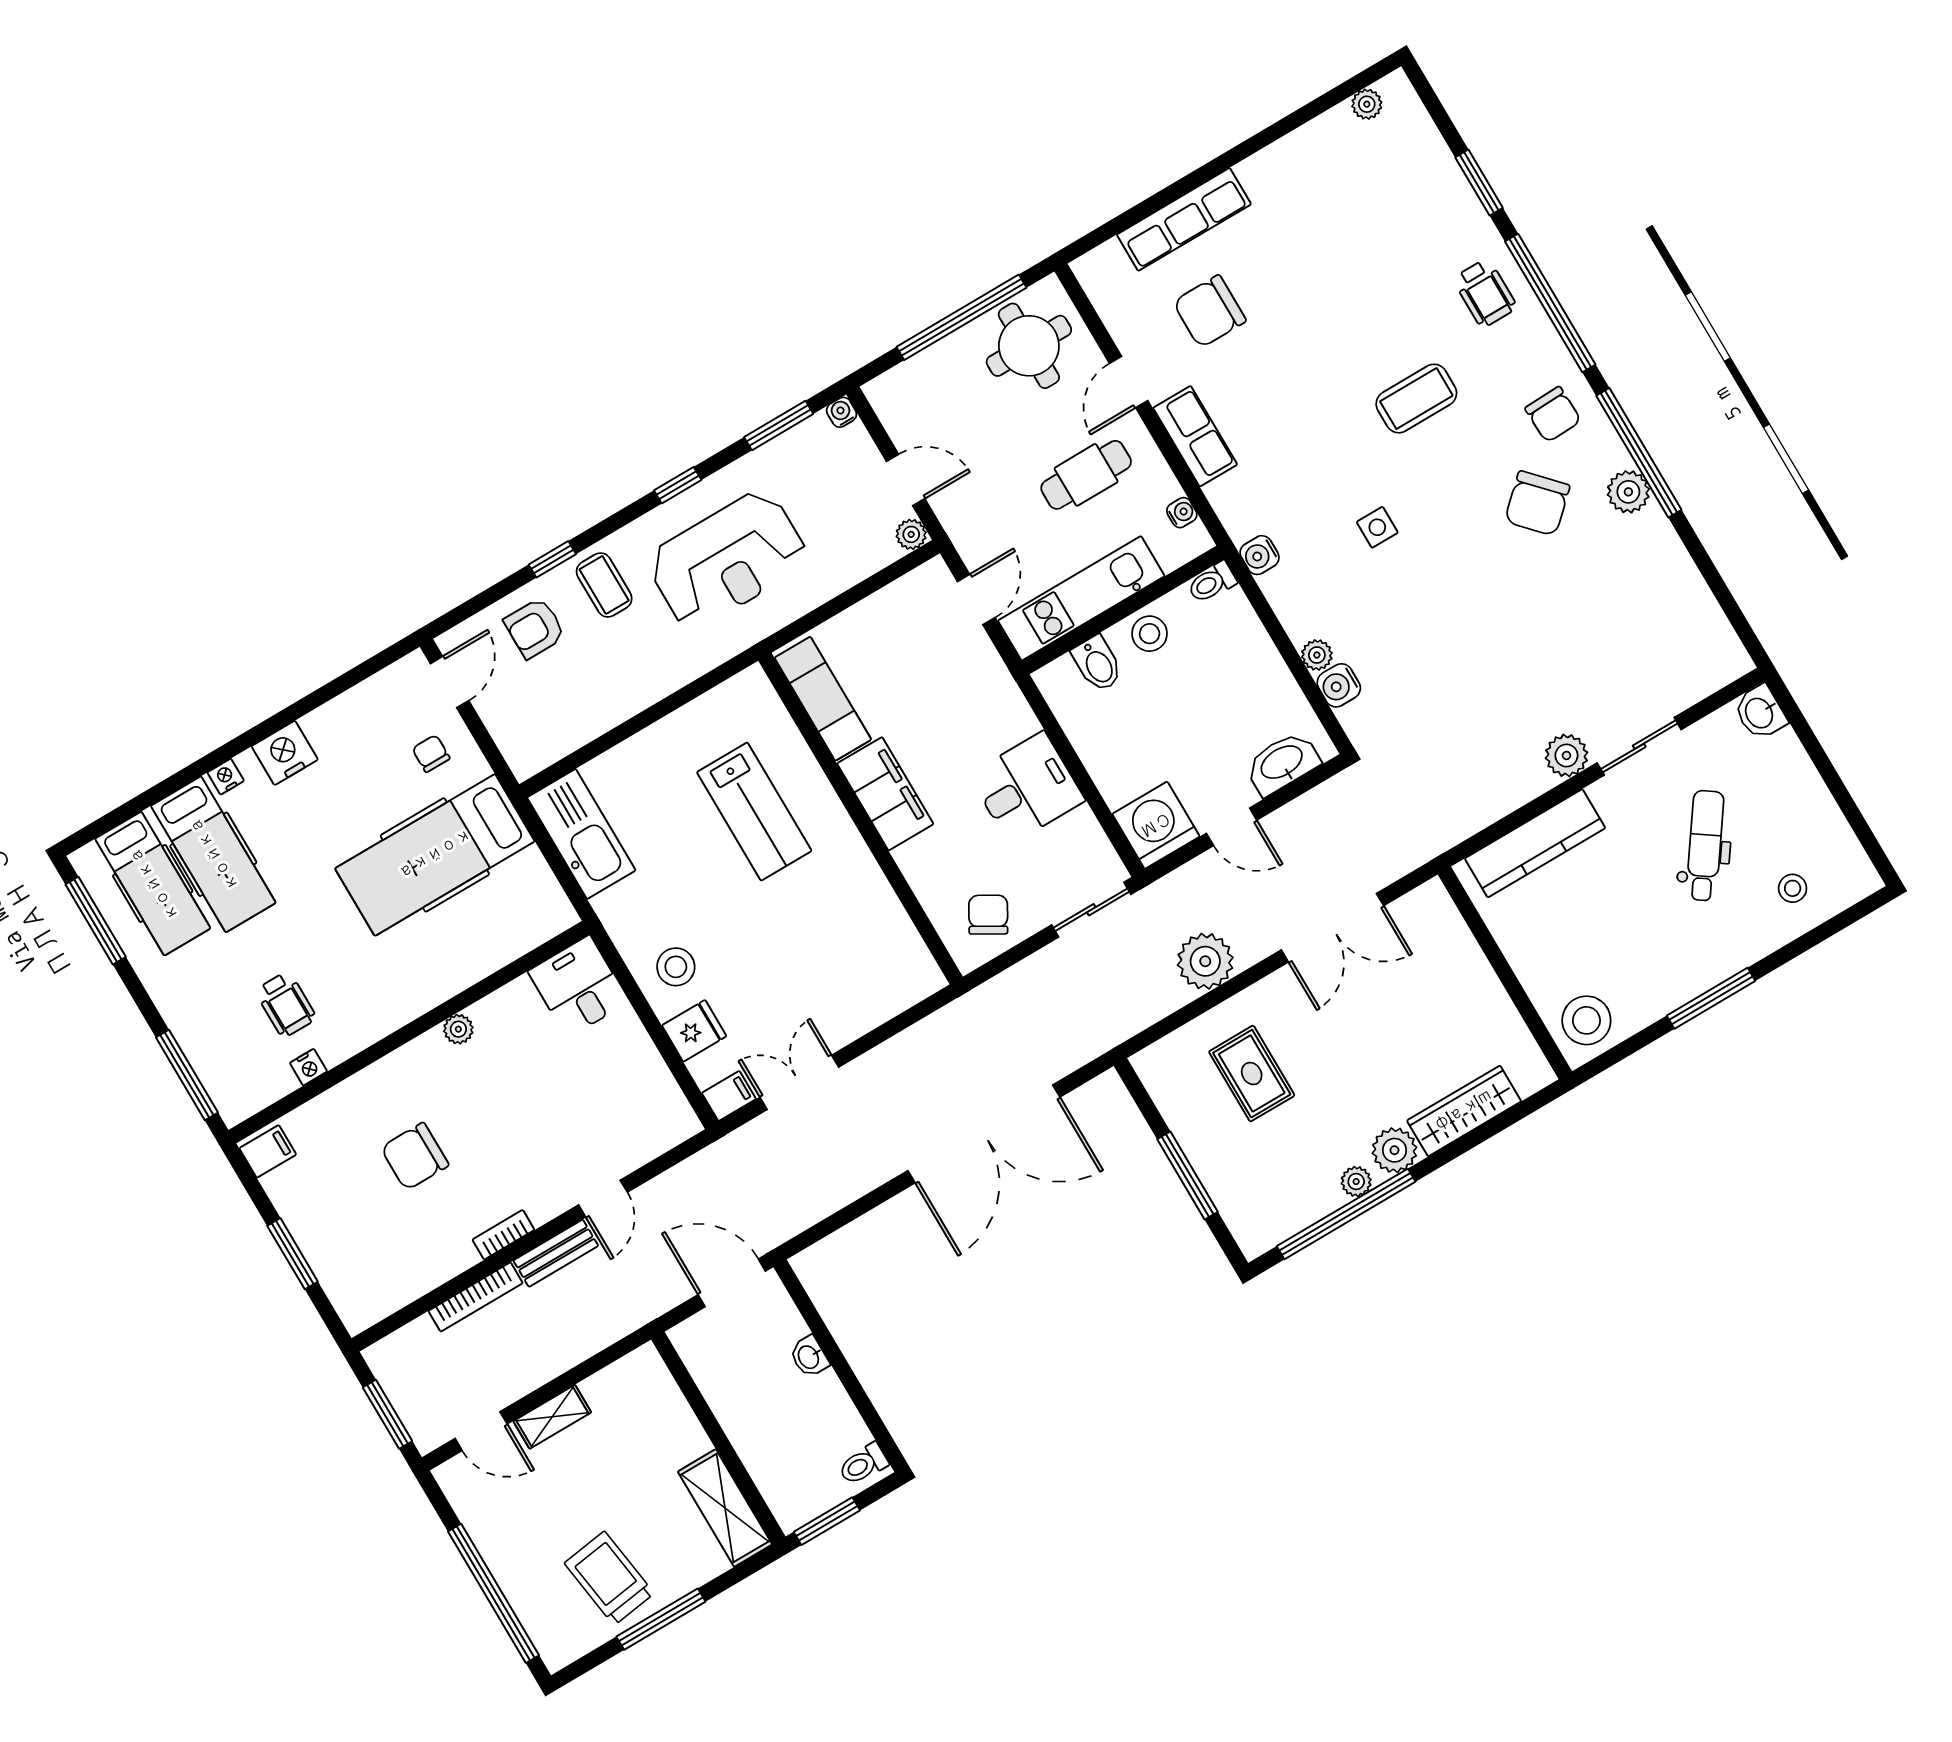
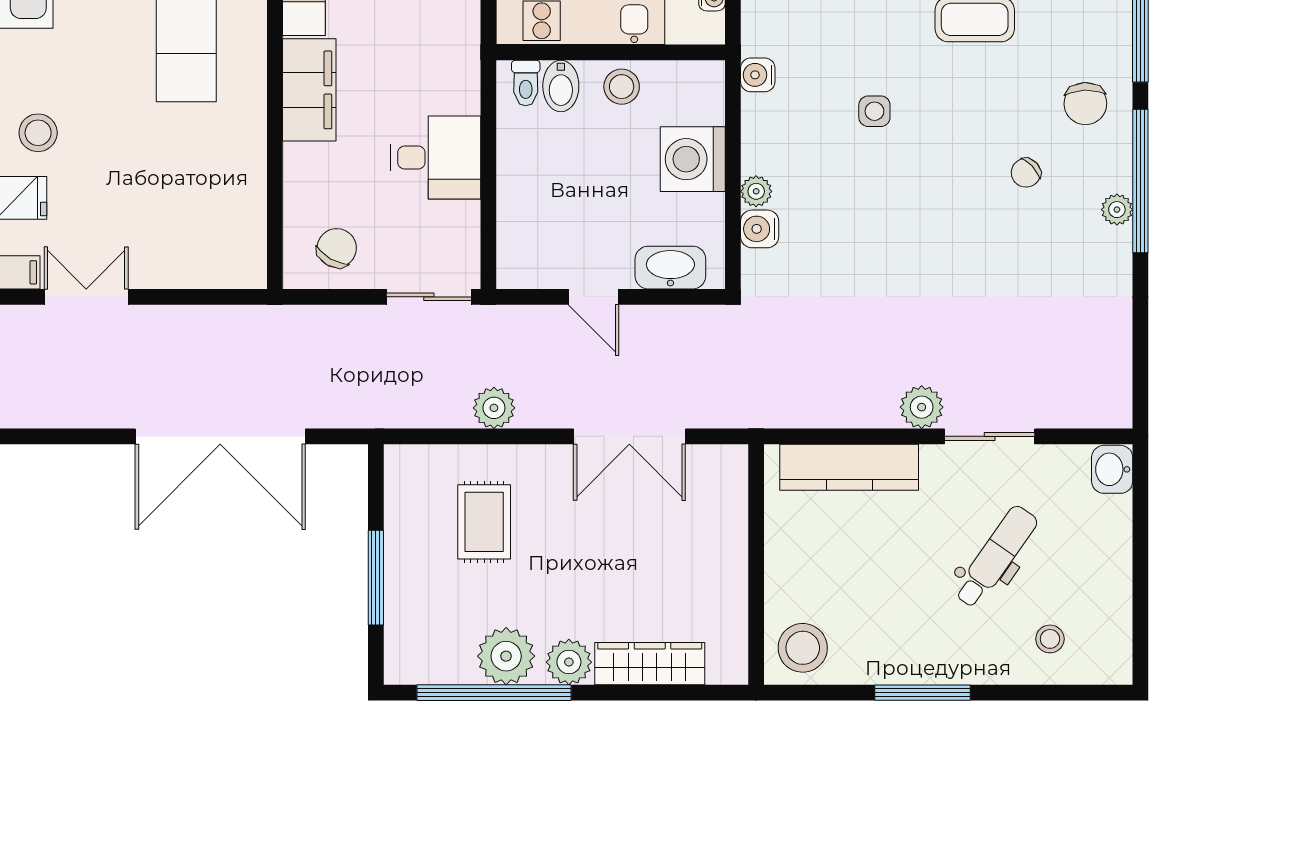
plant: (1628, 492) -> (1117, 210), width x0.73, depth x0.73
chair: (1537, 503) -> (1026, 173), width x0.54, depth x0.54
toilet: (1212, 582) -> (526, 83), moved, turned -90
washing machine: (1156, 825) -> (693, 159), moved, turned -90
plant: (1205, 961) -> (494, 408), width x0.73, depth x0.73
plant: (1356, 1182) -> (506, 656), width x1.88, depth x1.88

